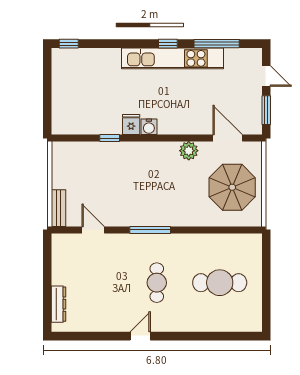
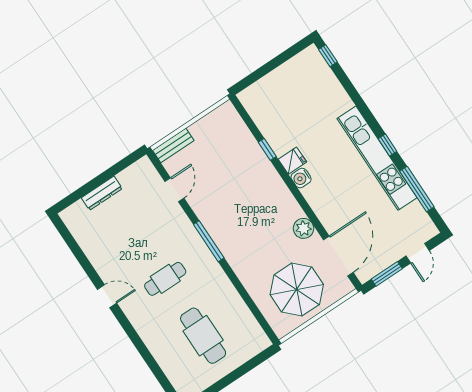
door: (228, 138) -> (338, 256), width x1.36
dresser: (59, 304) -> (102, 193), moved

